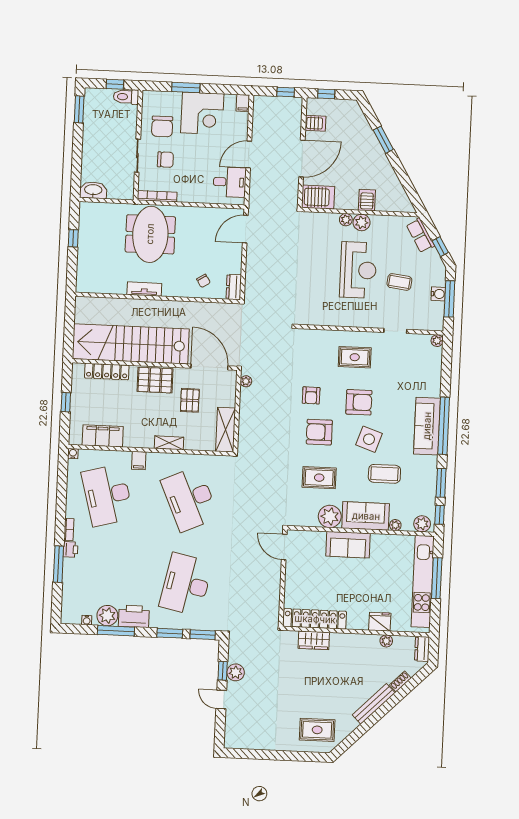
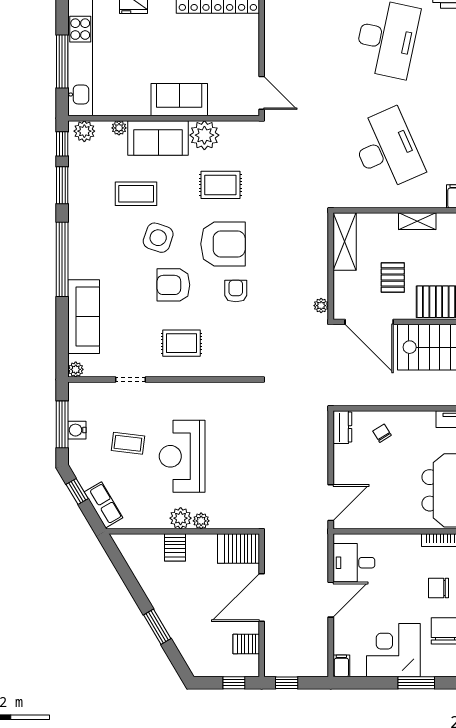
sofa: (427, 426) -> (84, 317), moved
armchair: (319, 432) -> (223, 244), width x1.36, depth x1.36

